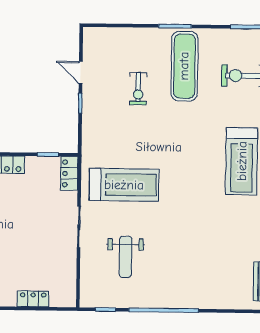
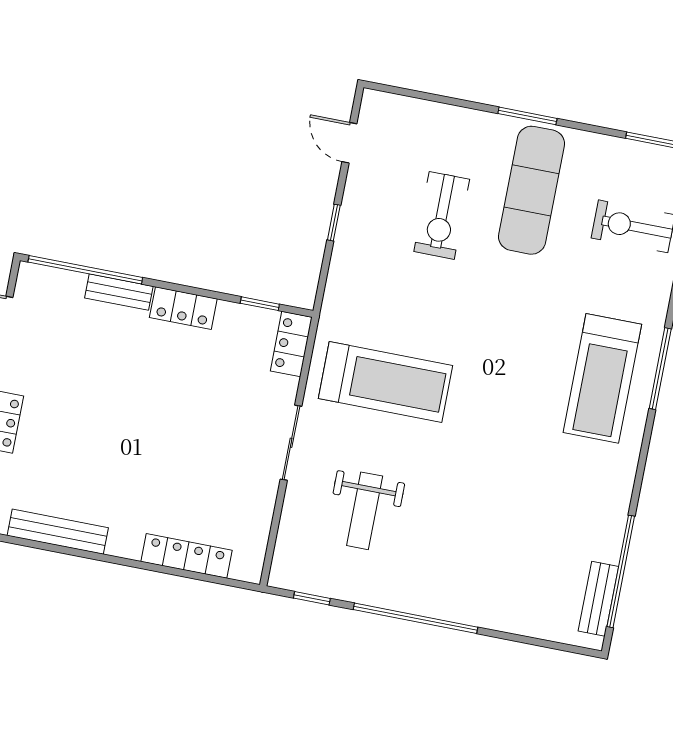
door: (81, 72) -> (349, 143), moved
exercise bike: (138, 89) -> (442, 215), width x1.38, depth x1.39
locker: (33, 299) -> (186, 556), width x1.53

